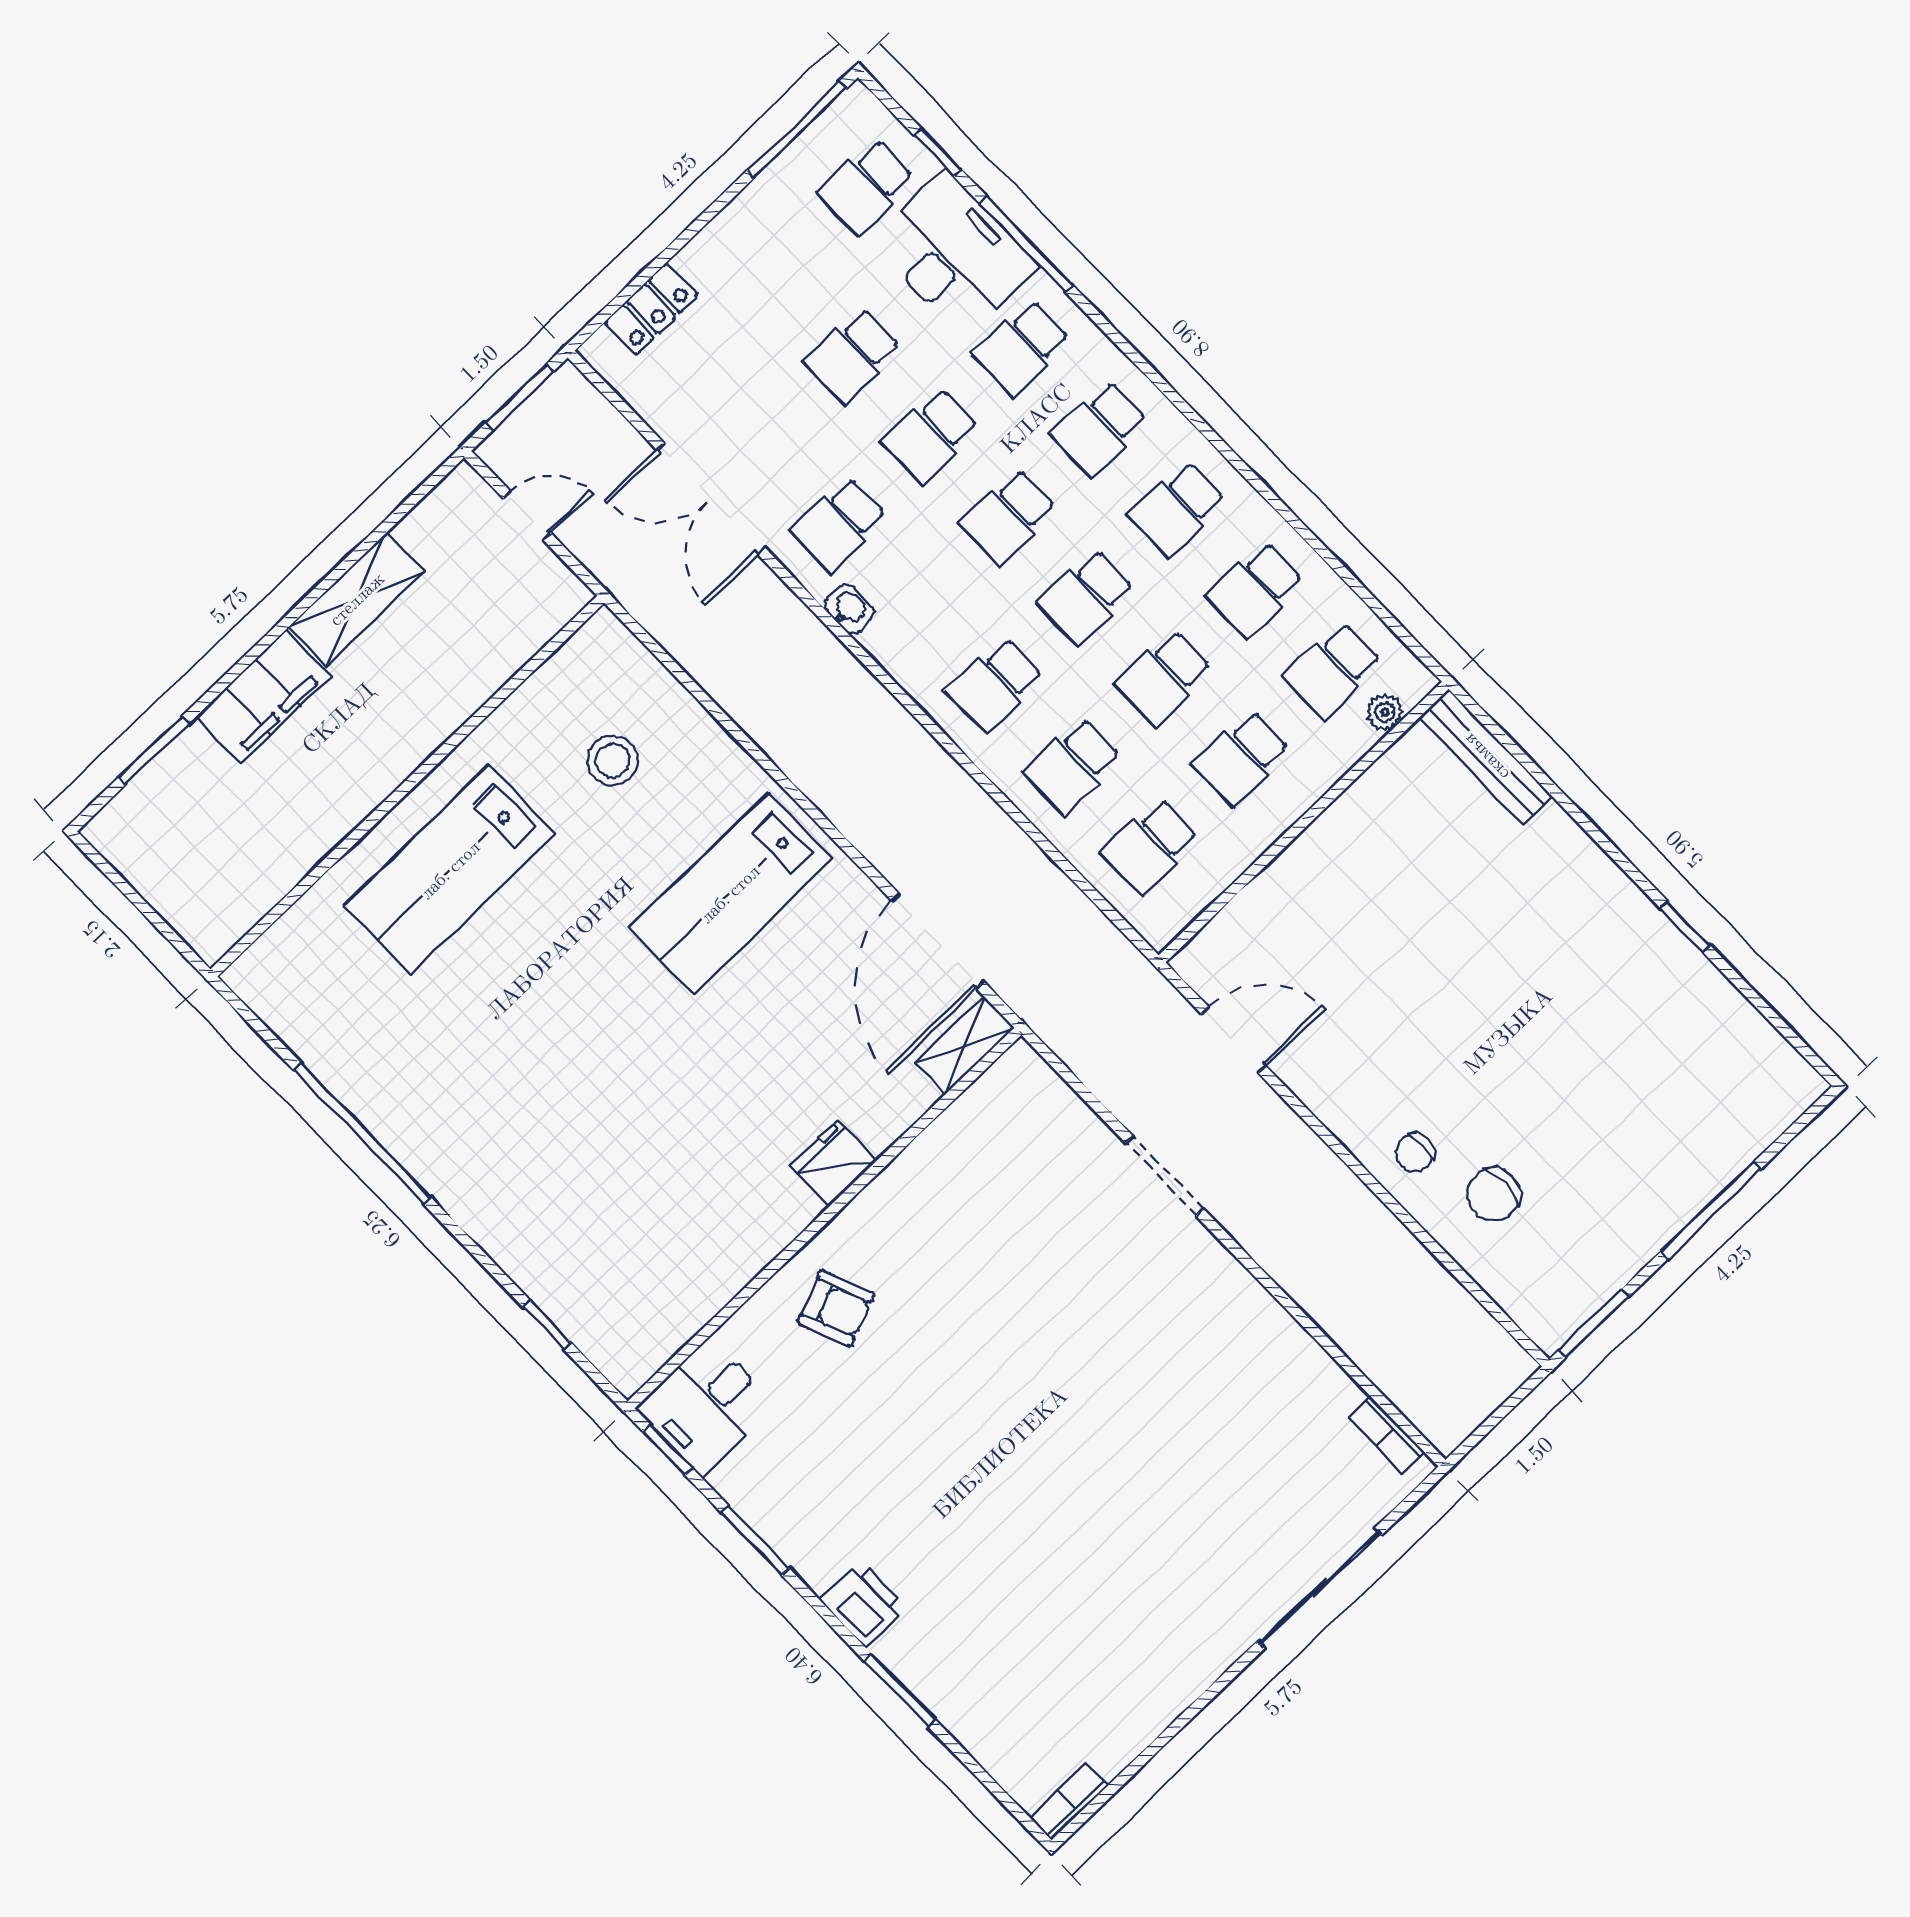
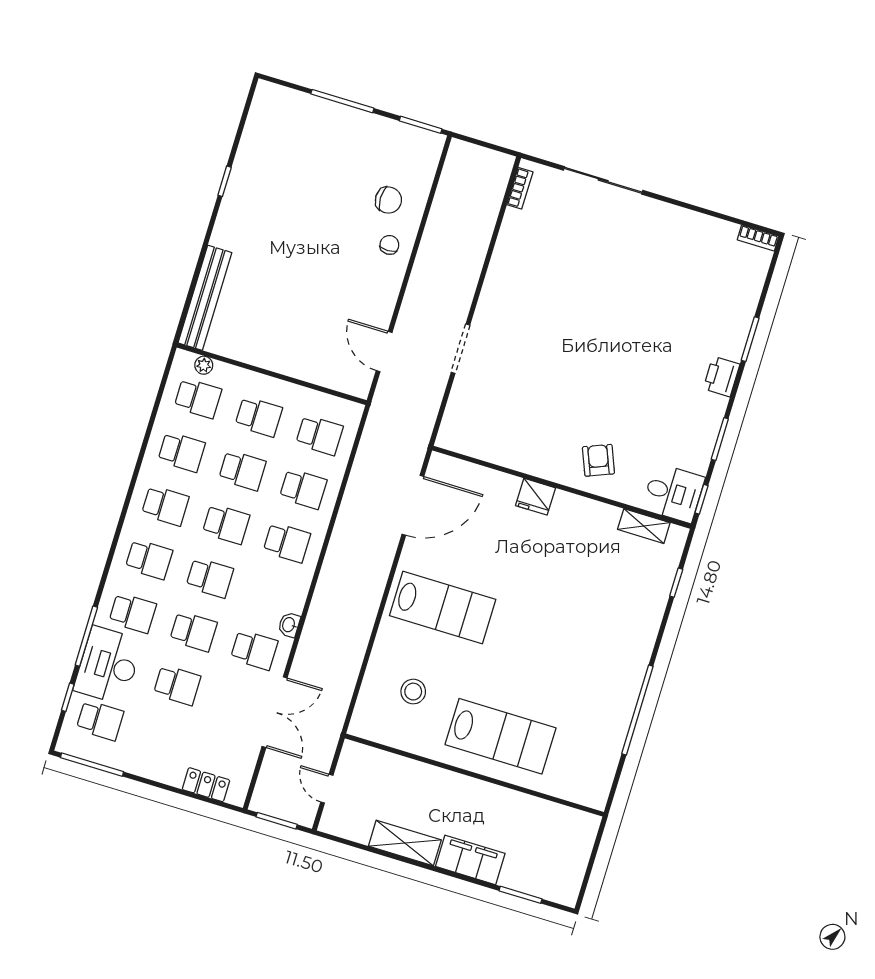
bench: (1486, 757) -> (205, 298), width x1.37, depth x1.21
shelving: (965, 1046) -> (644, 526), moved
chair: (1415, 1153) -> (389, 245), turned -90

